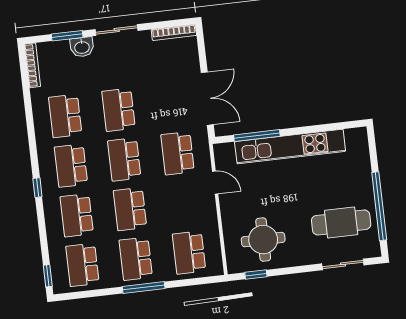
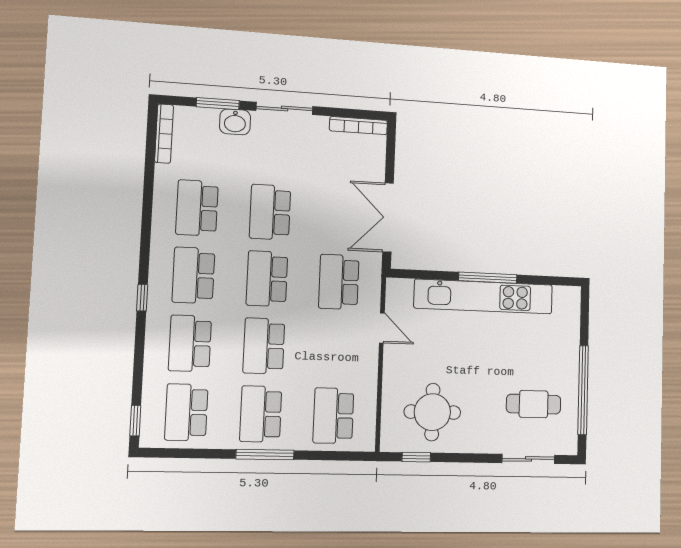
double door: (207, 99) -> (388, 217), swing flipped
window: (257, 136) -> (488, 278), moved
cafe table: (341, 222) -> (534, 404), width x0.73, depth x0.74

